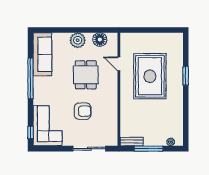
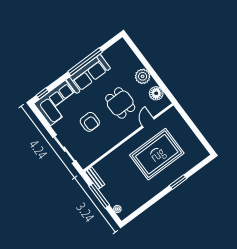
sofa: (42, 54) -> (88, 74), moved
dining table: (86, 75) -> (120, 103), turned 90

